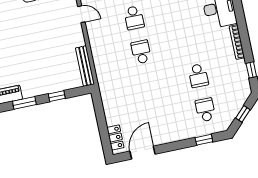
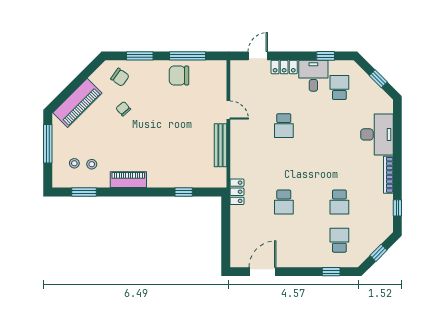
school desk: (141, 52) -> (284, 202), moved, turned 180
bench: (85, 66) -> (221, 145), moved
window: (24, 103) -> (147, 192), removed
locker: (115, 138) -> (237, 192), moved

